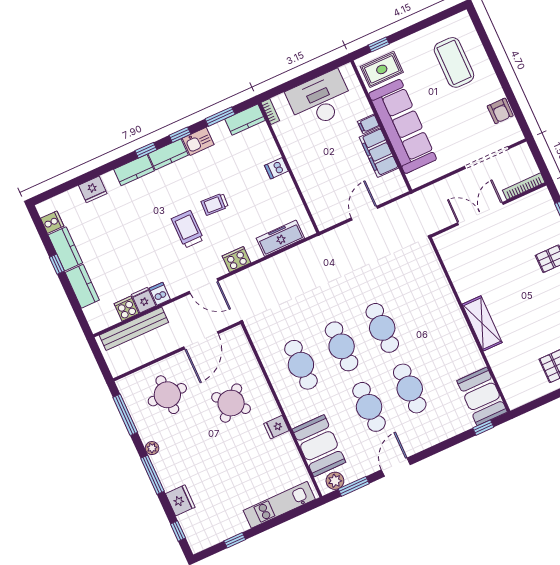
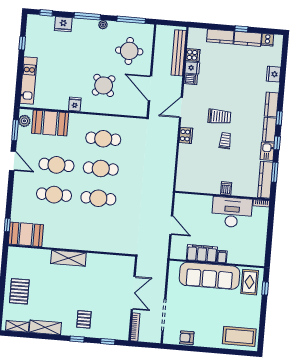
coffee table: (454, 62) -> (239, 336), moved
desk: (320, 100) -> (232, 212), moved, turned -90
kitchen counter: (245, 120) -> (265, 180), width x1.50
freezer: (280, 238) -> (184, 168), removed

